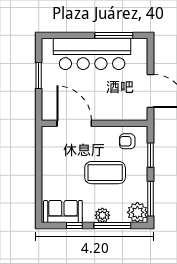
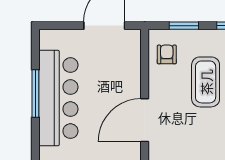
window: (114, 35) -> (35, 93), moved
armchair: (127, 141) -> (167, 54), turned 180

